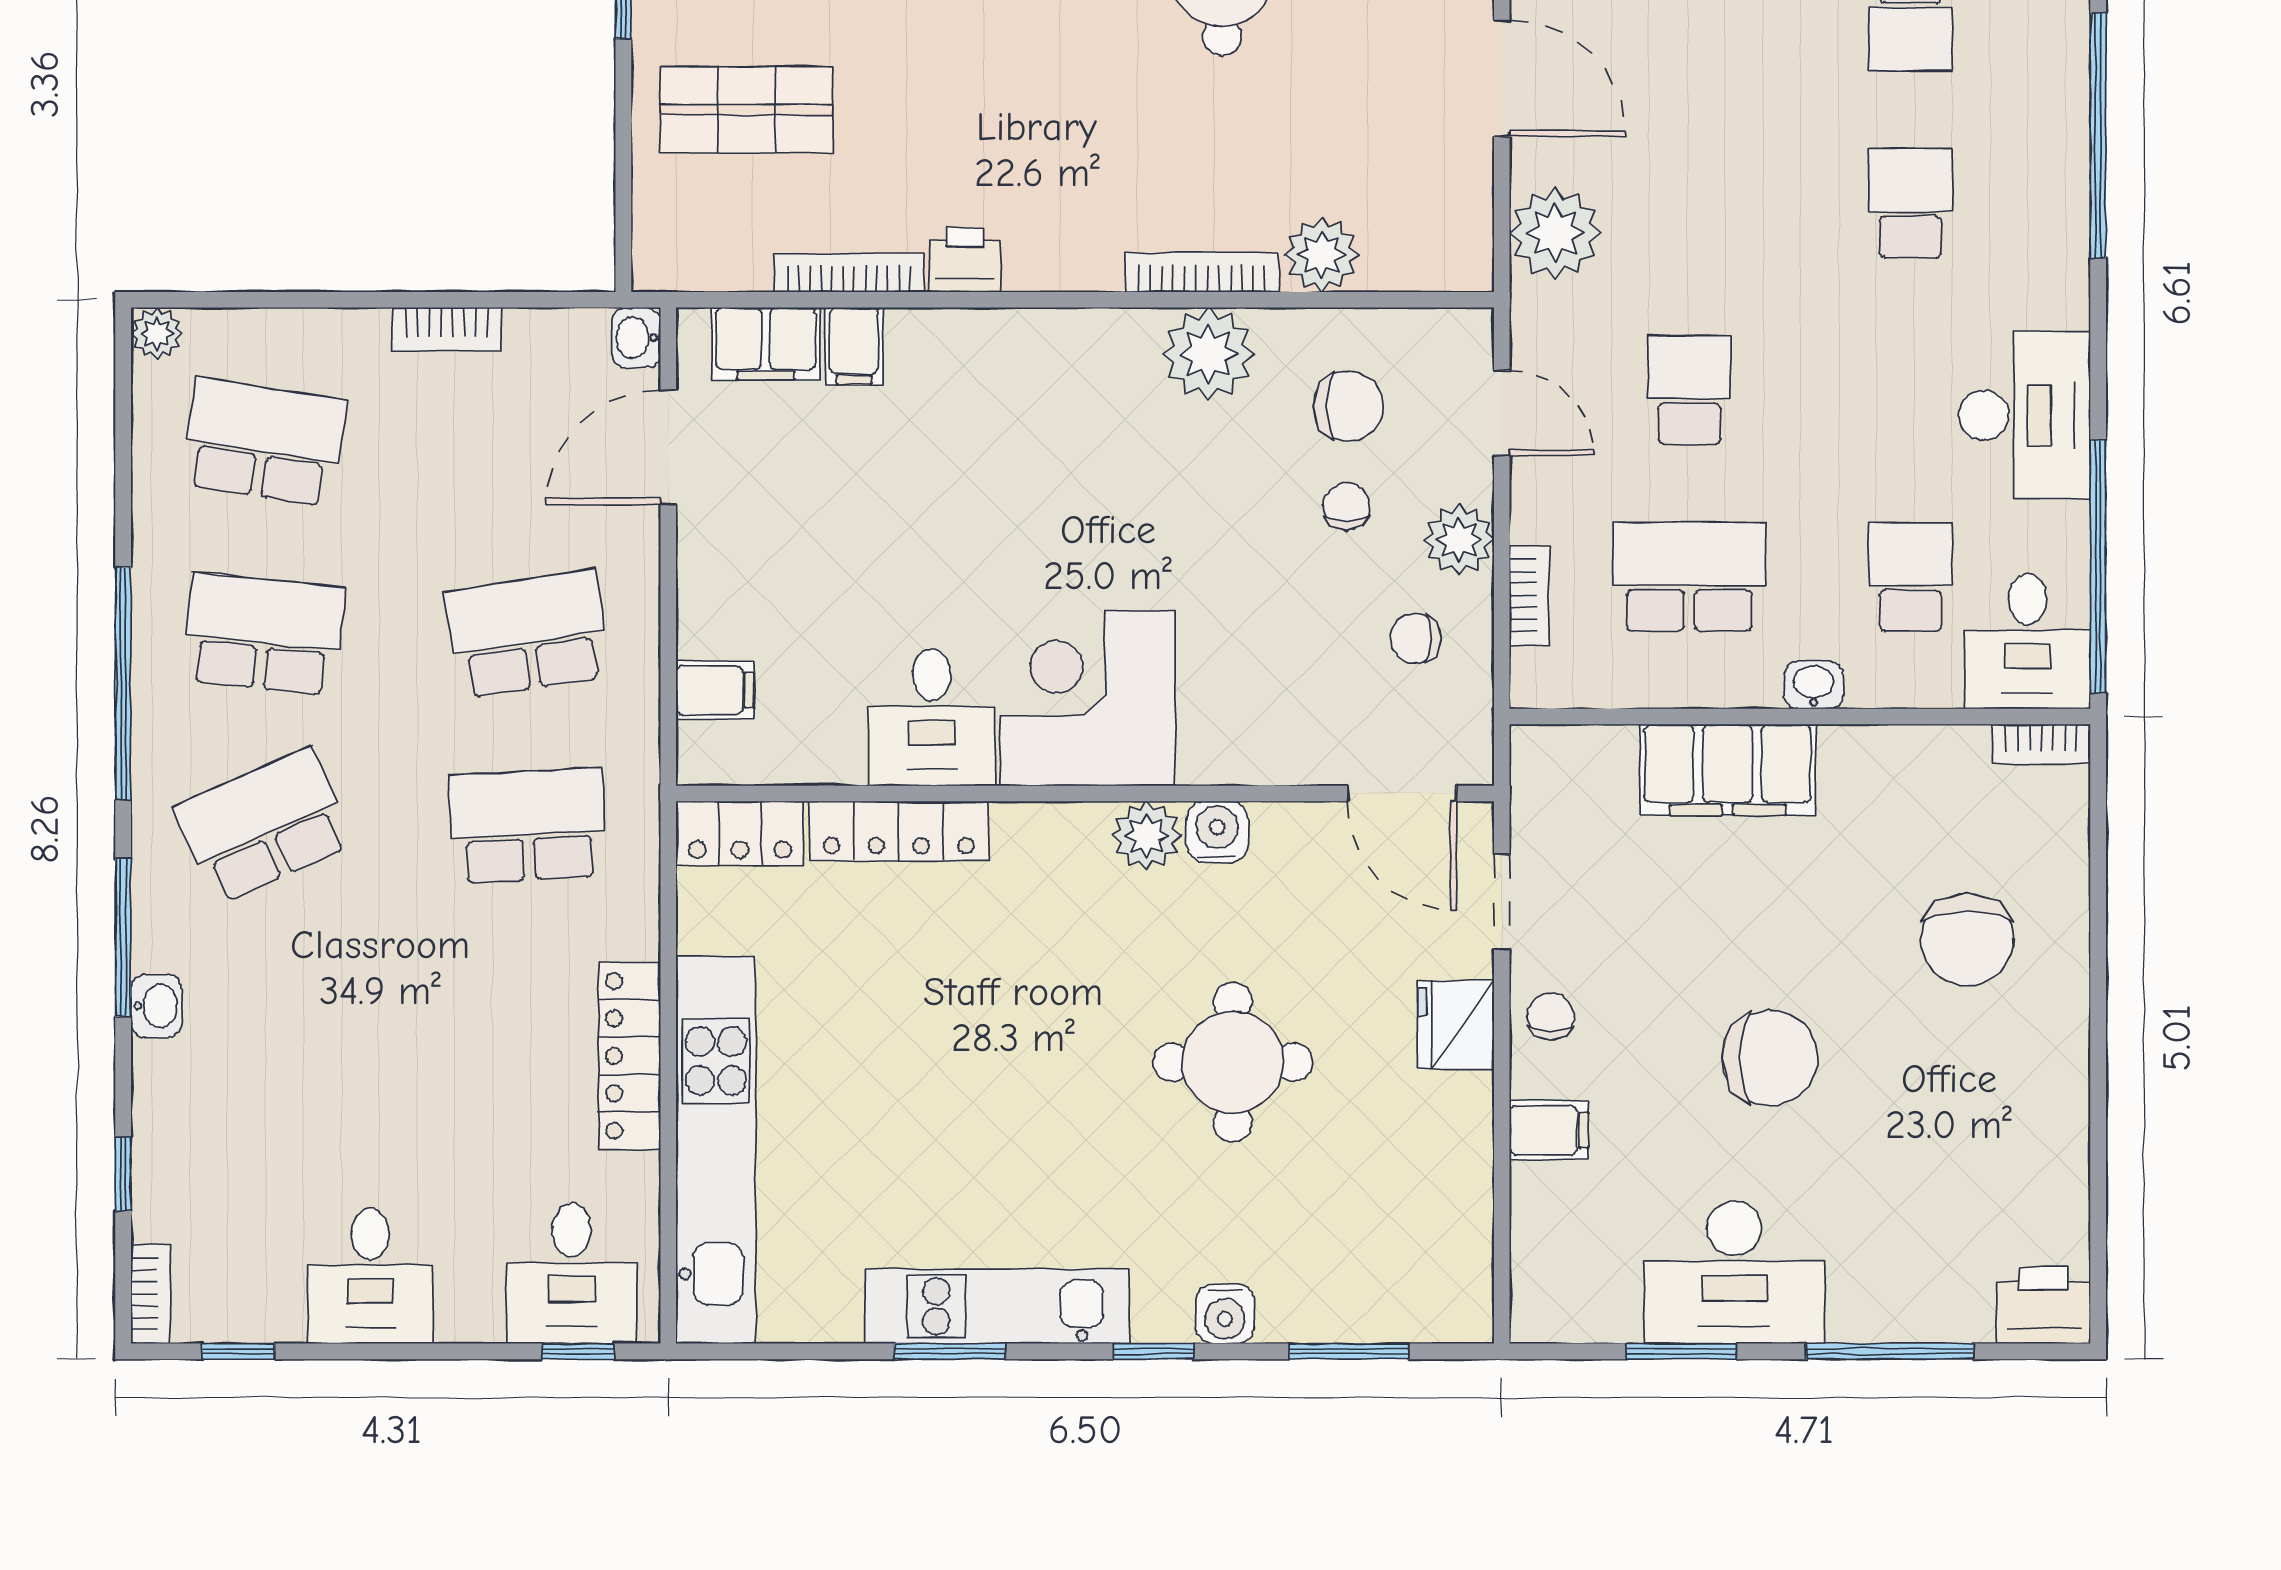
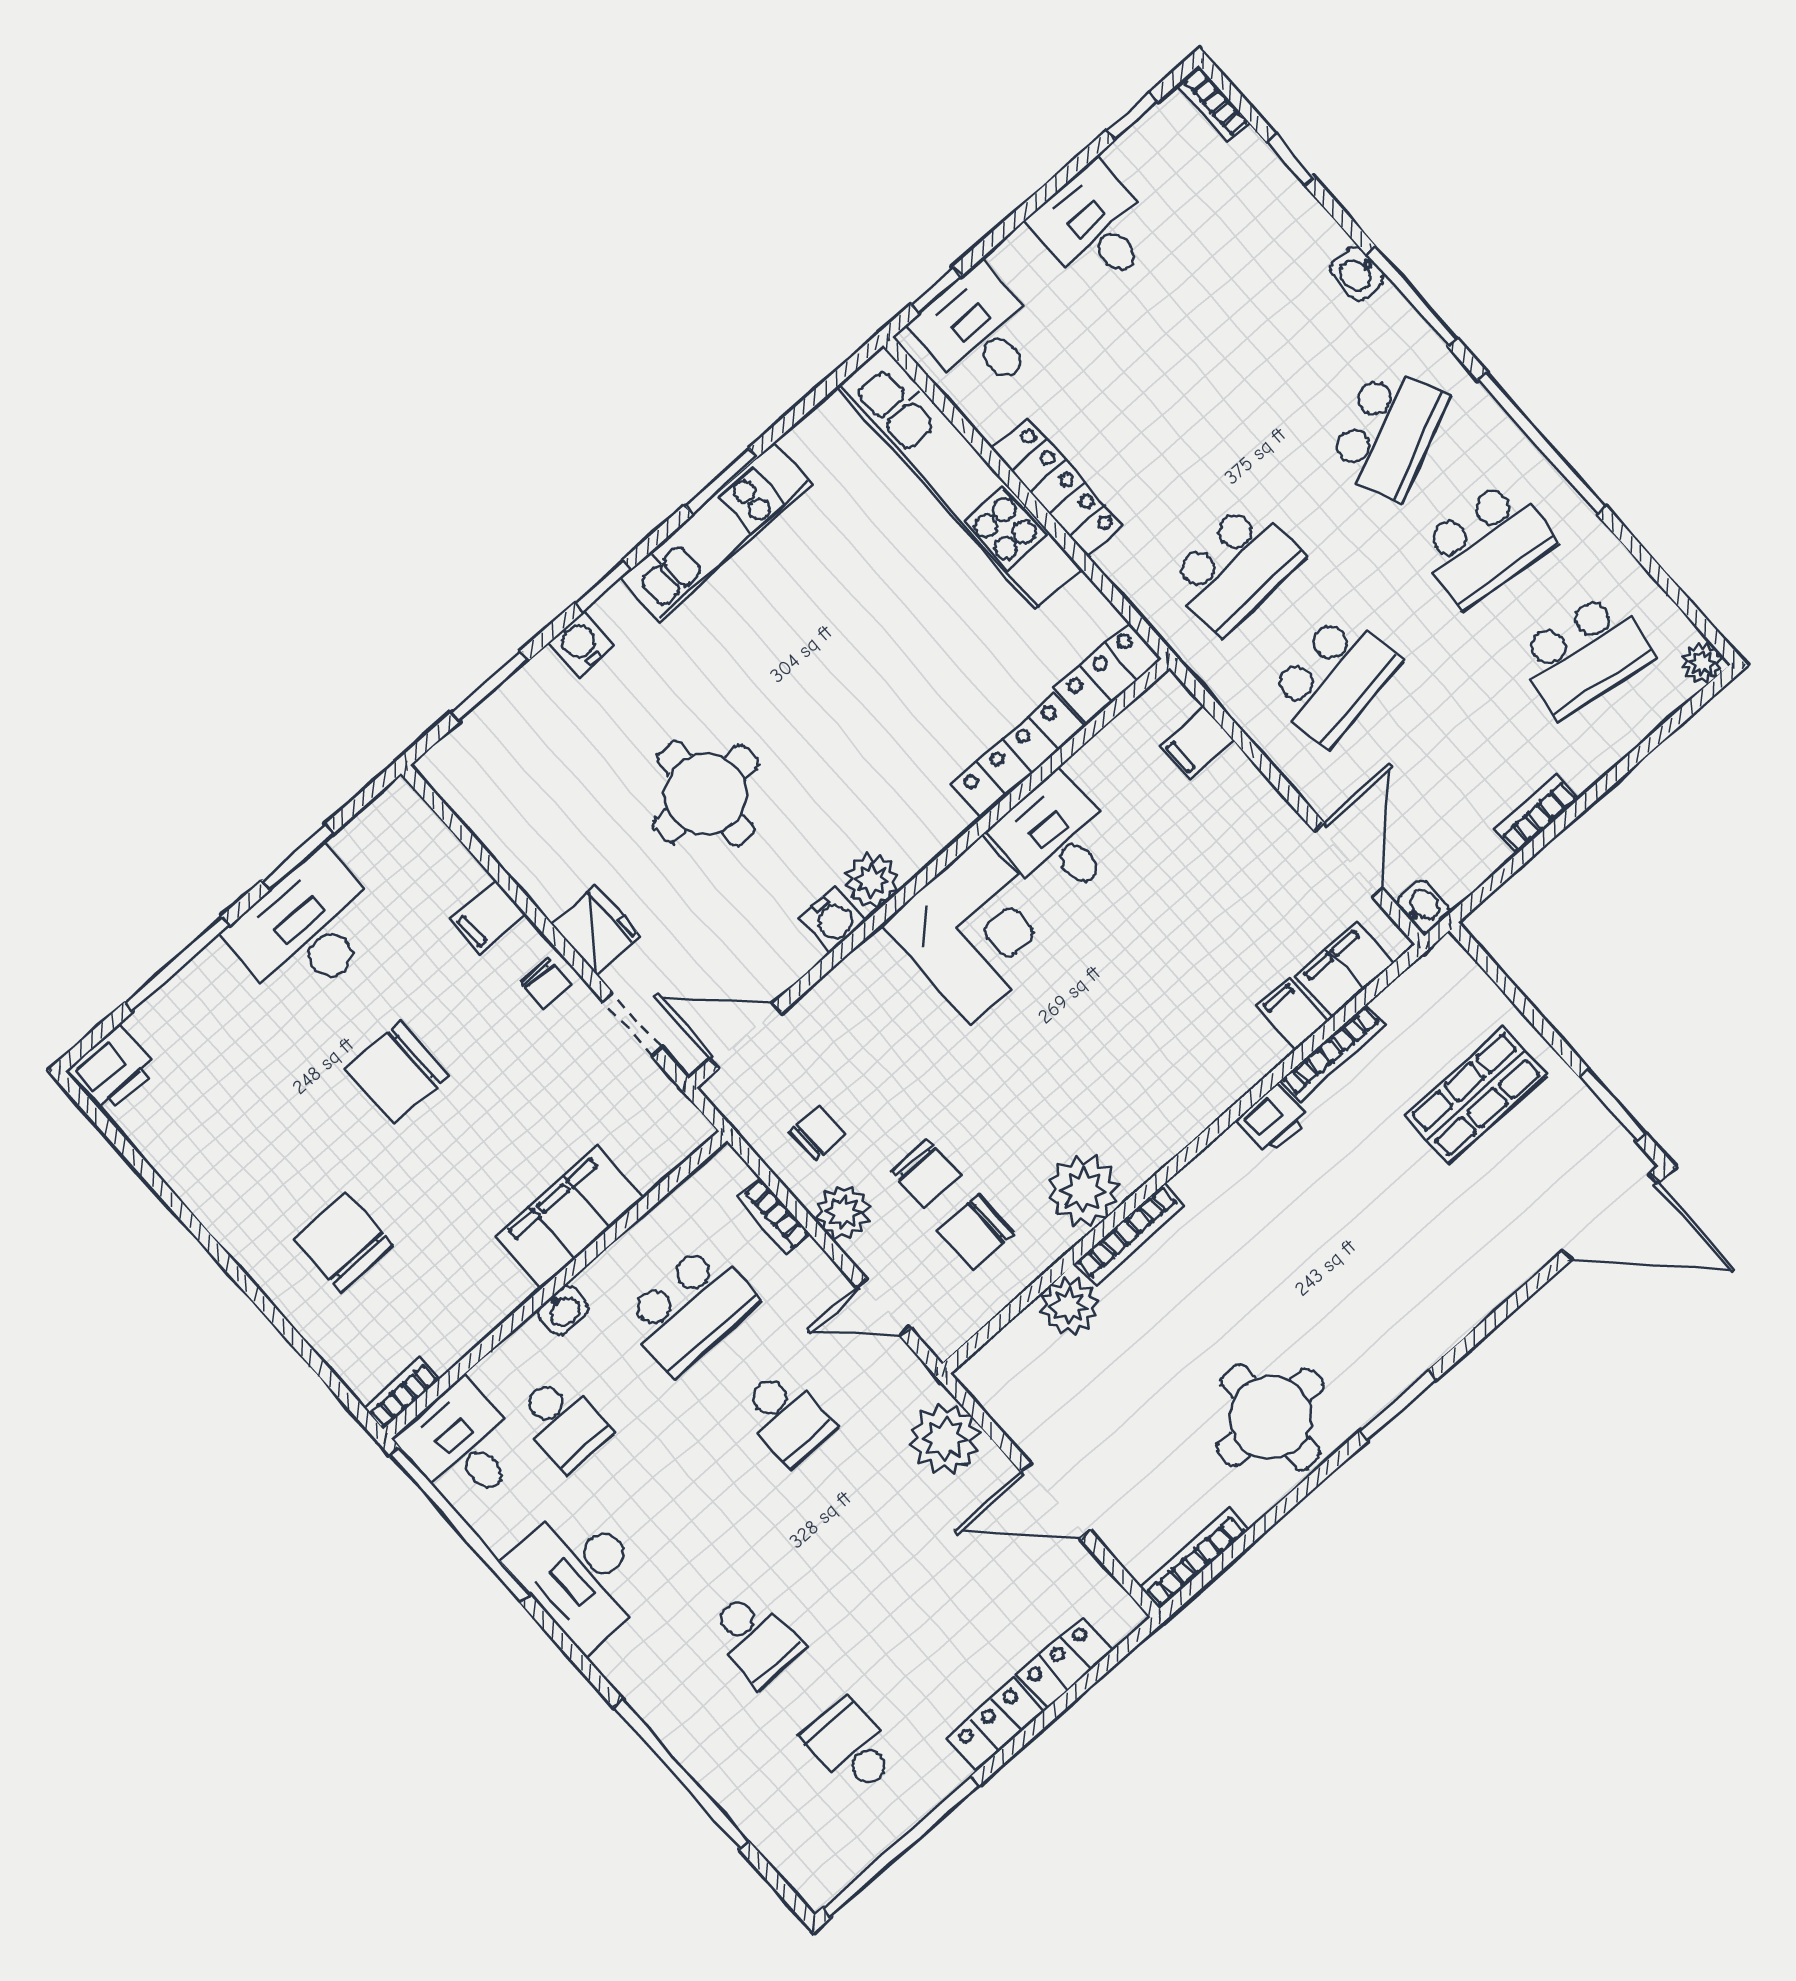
chair: (1346, 506) -> (925, 1174), width x1.37, depth x1.37

